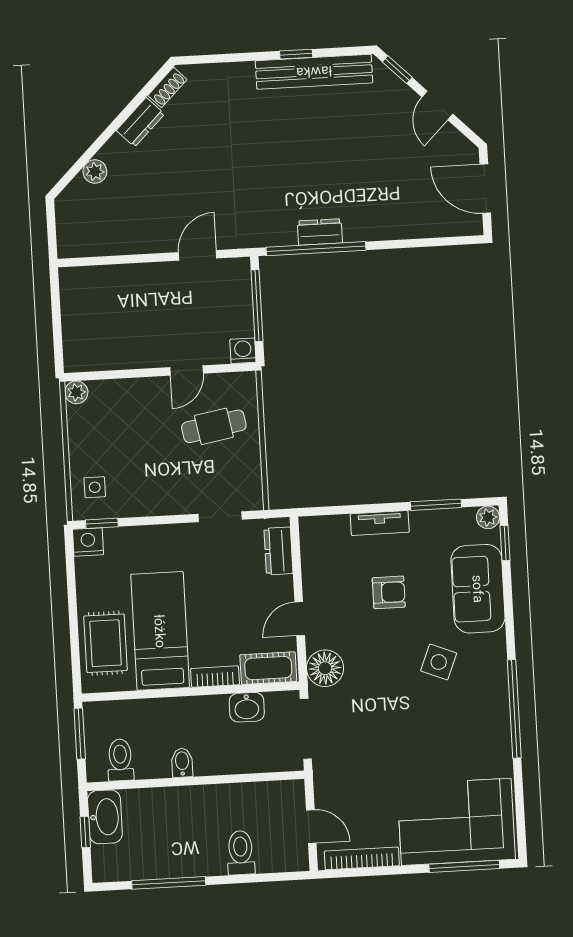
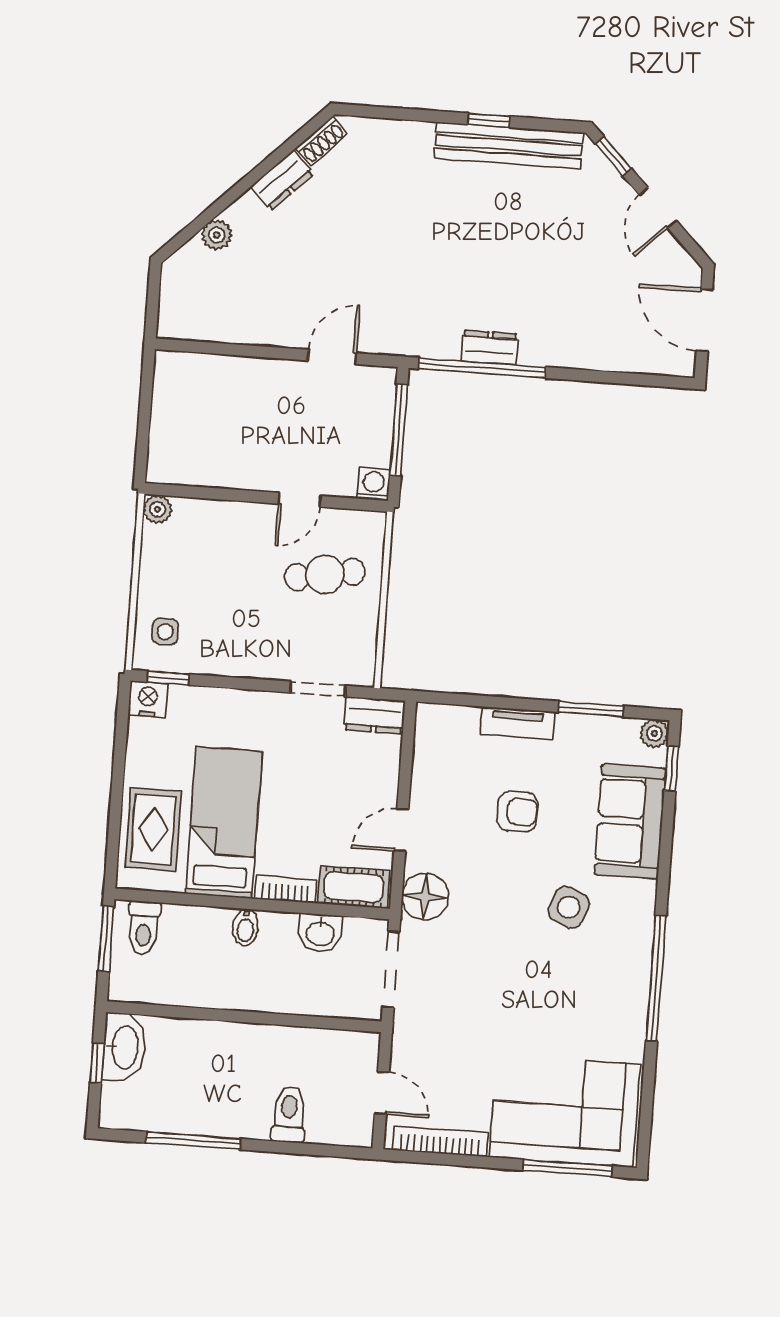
dresser: (278, 551) -> (374, 715), moved, turned -90
toilet: (120, 760) -> (144, 928), moved, turned 180
bidet: (182, 763) -> (245, 927), moved, turned 180

